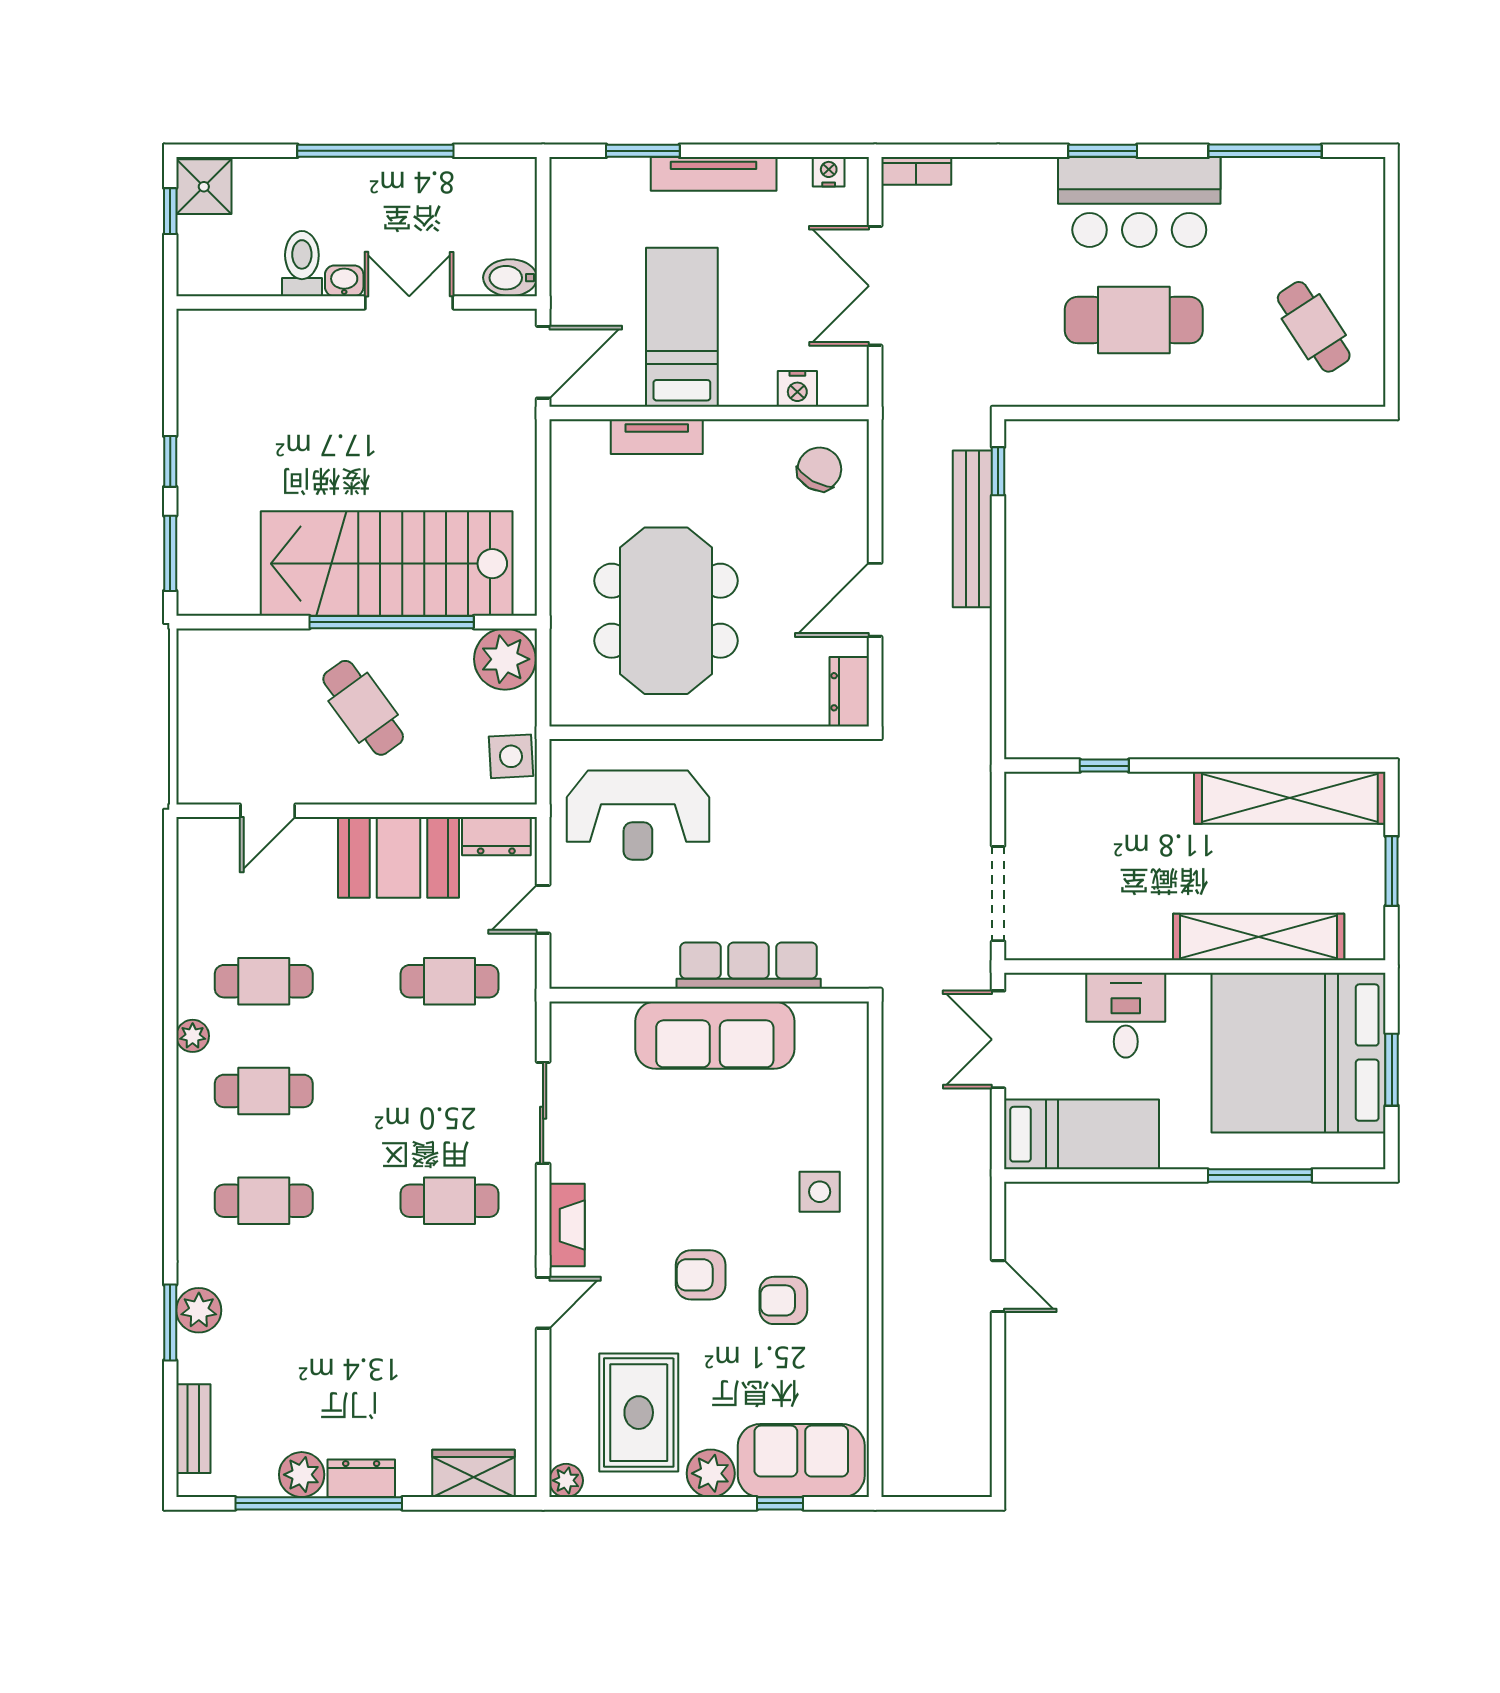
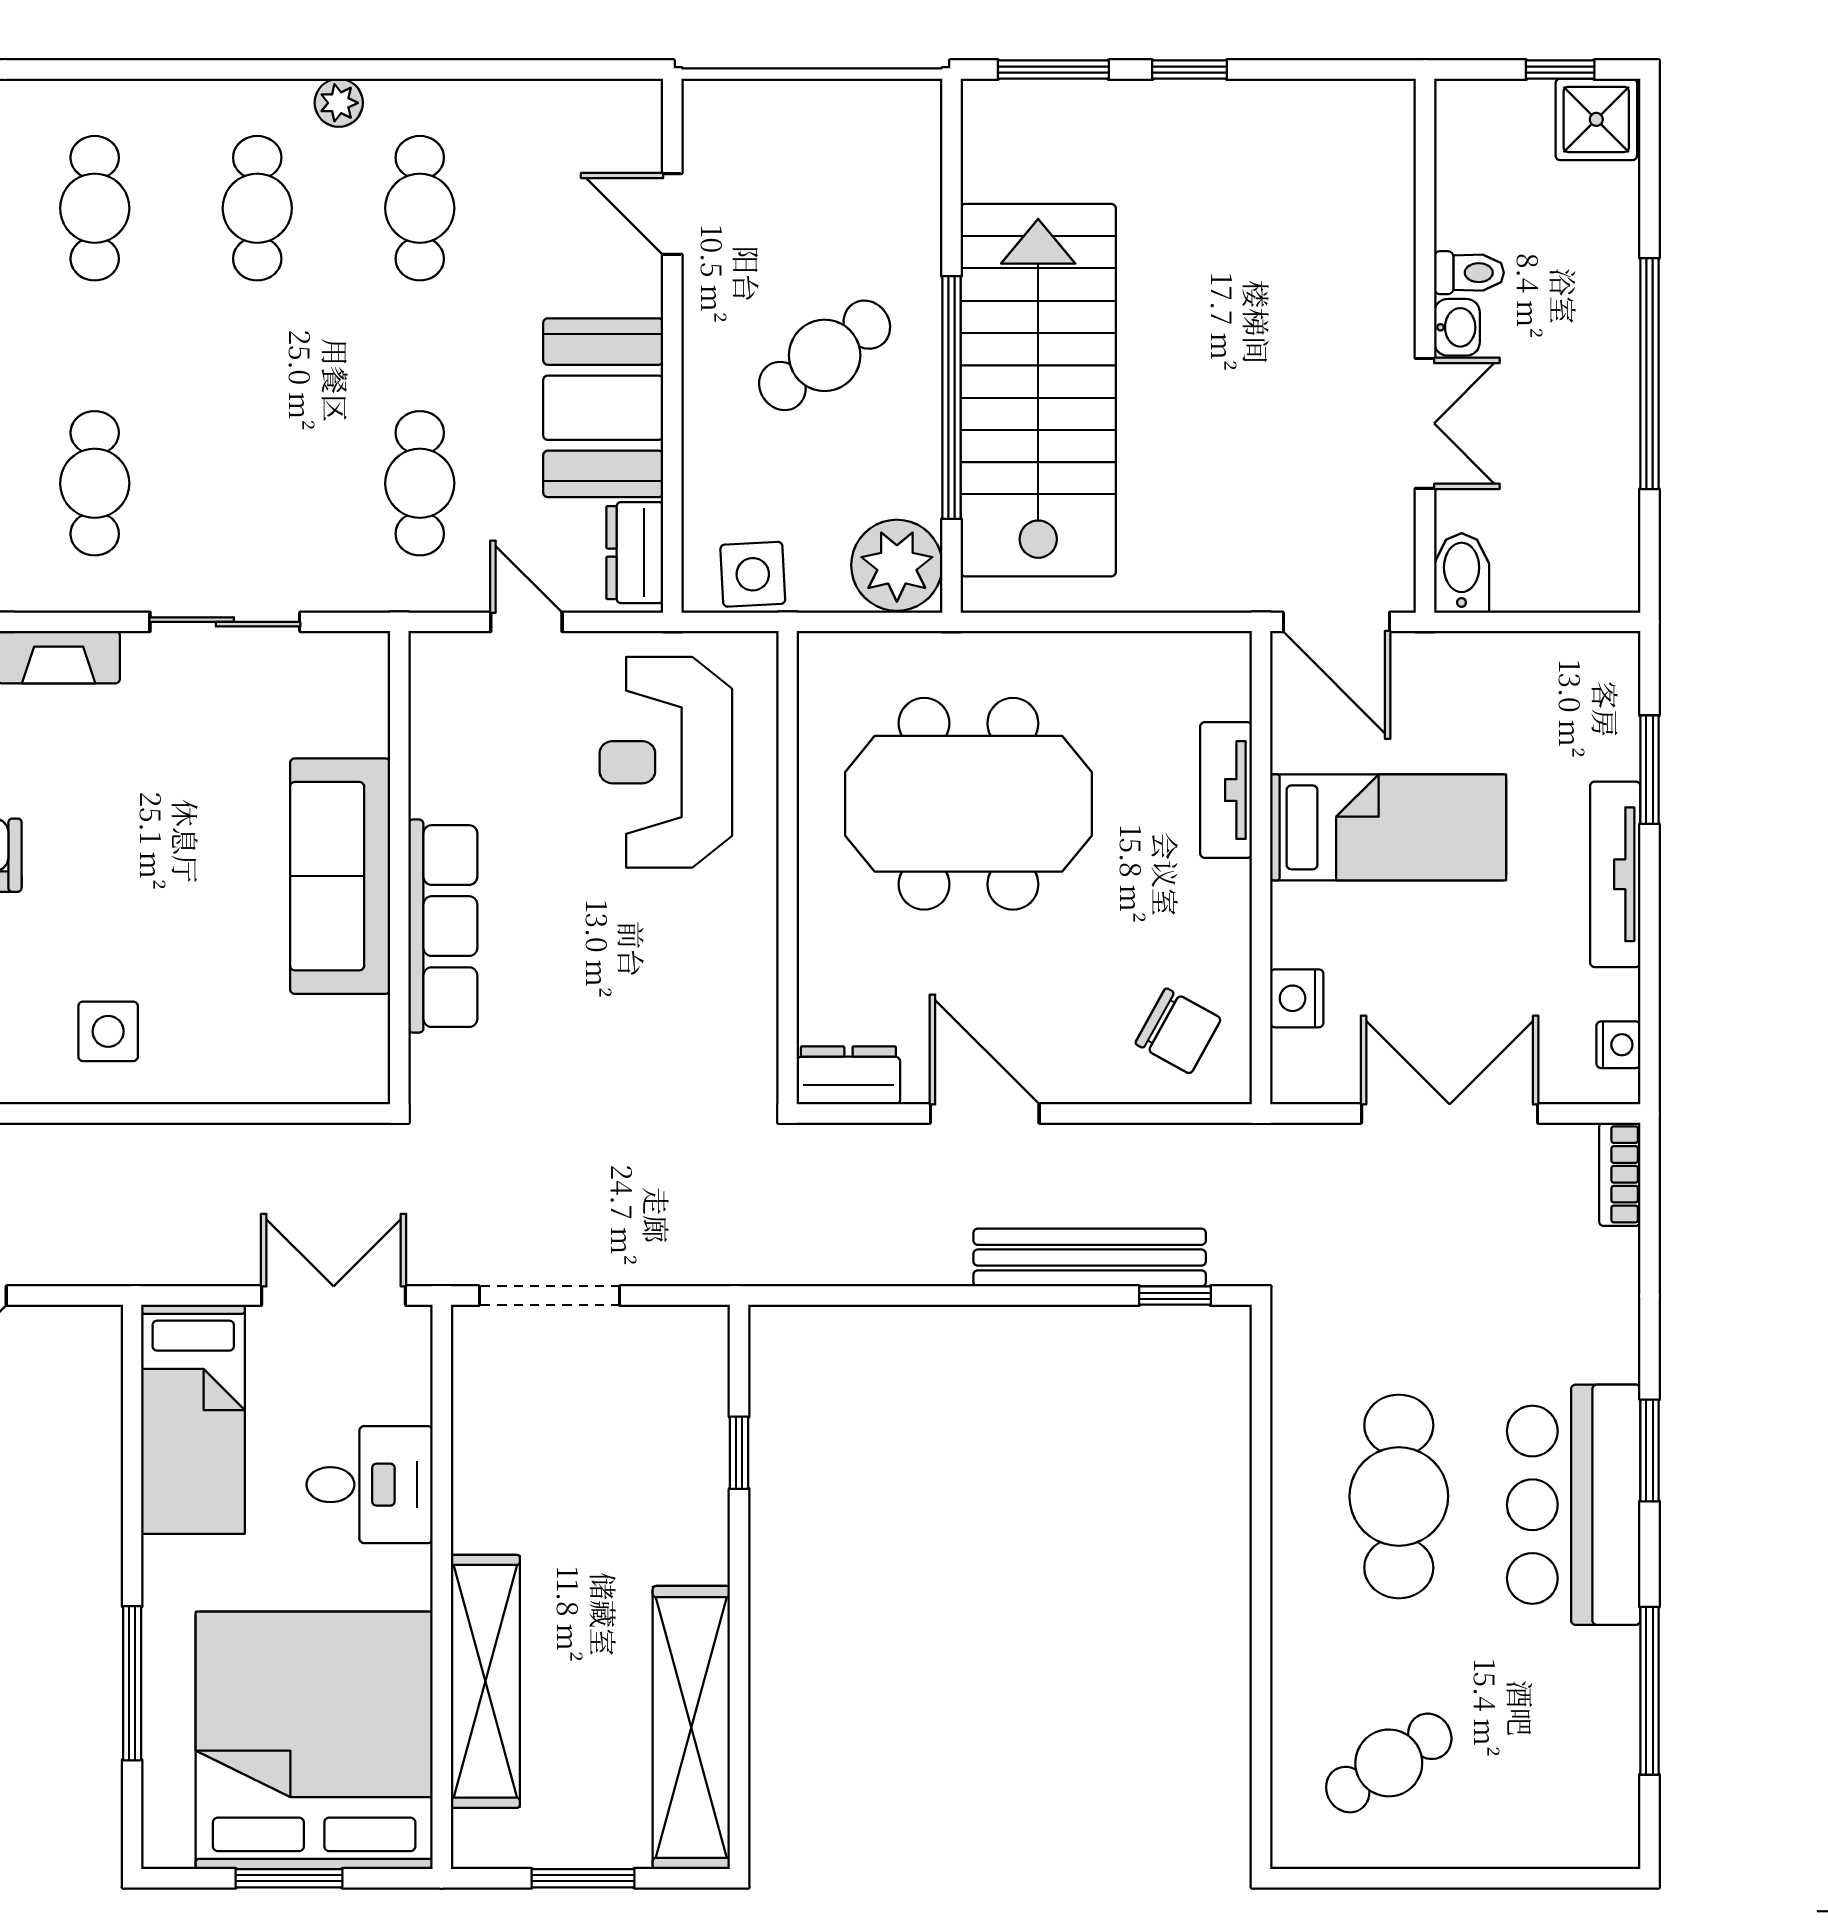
toilet: (302, 264) -> (1469, 273), width x0.73, depth x0.72

